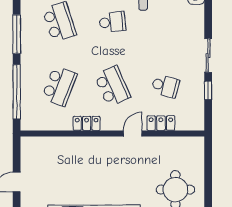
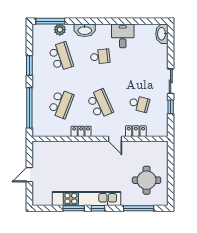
window: (17, 34) -> (29, 66), width x0.69
door: (133, 133) -> (115, 139), swing flipped

